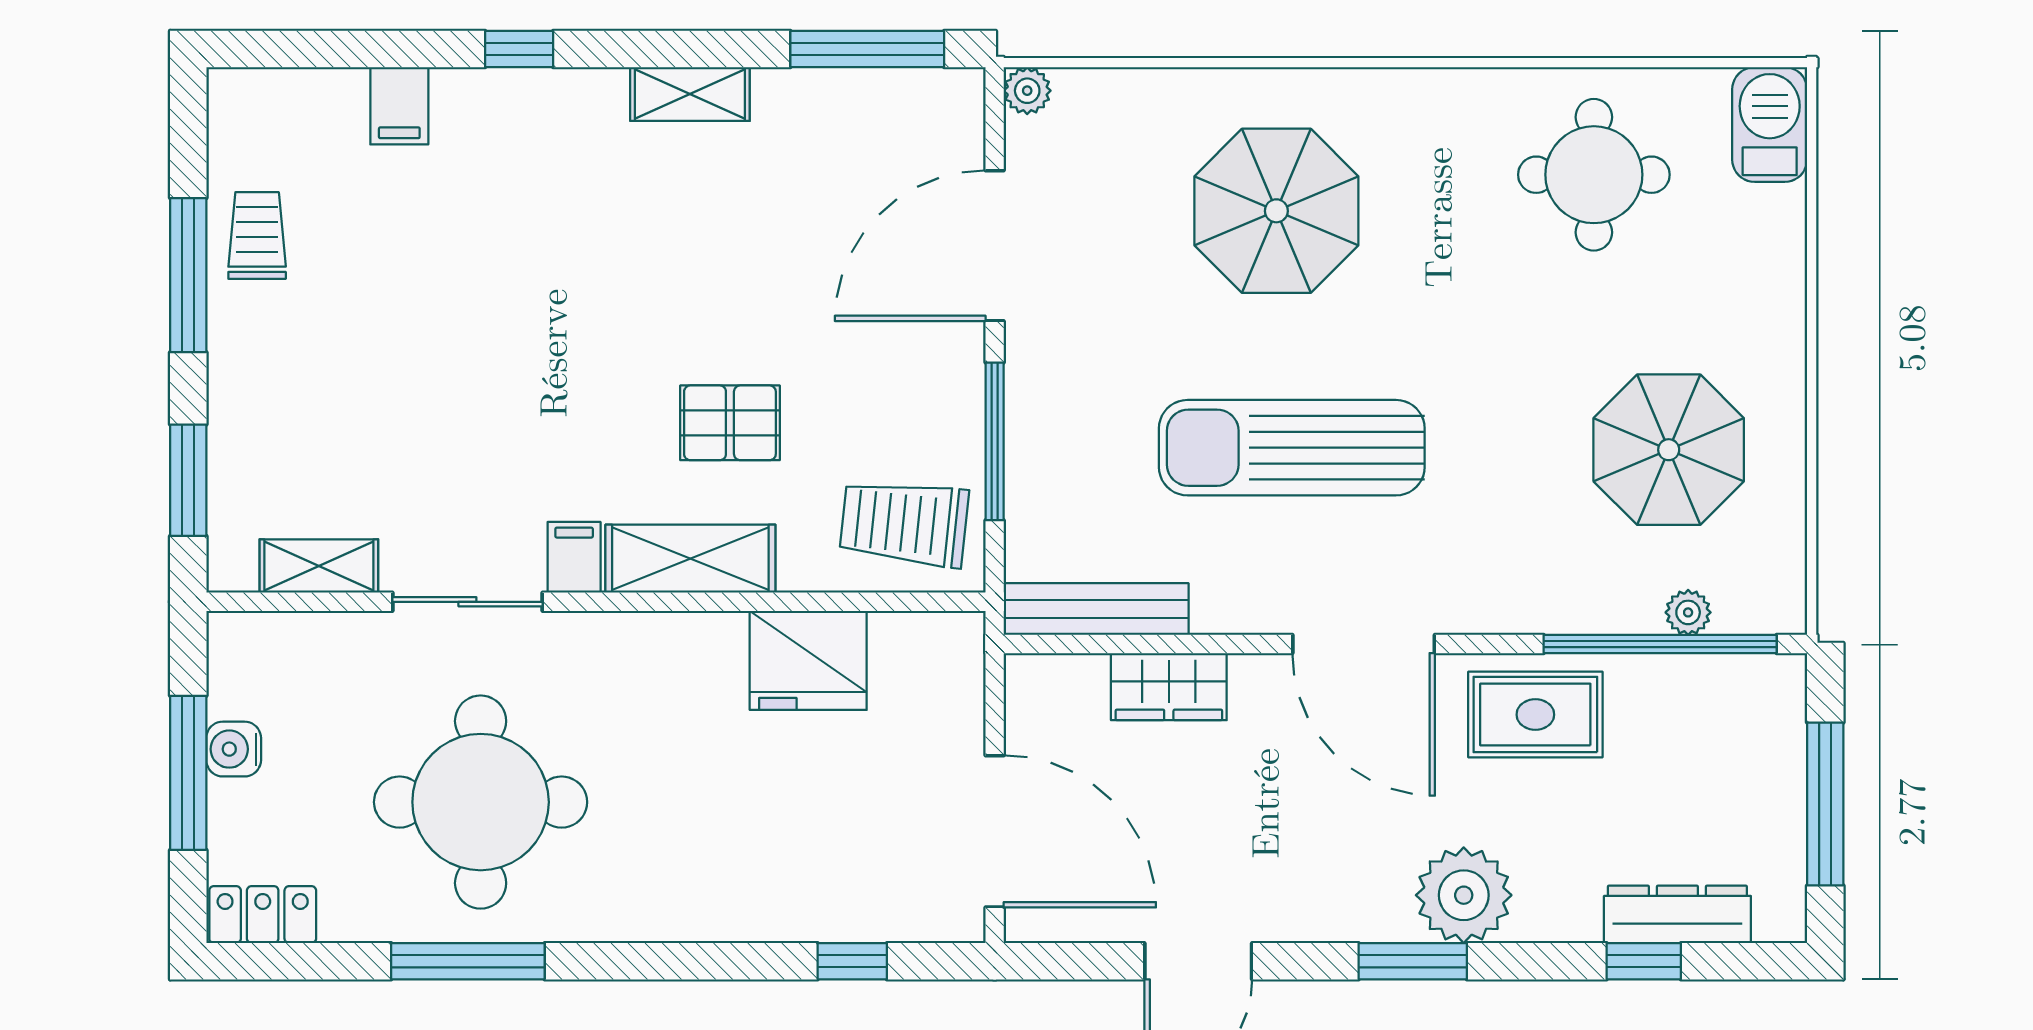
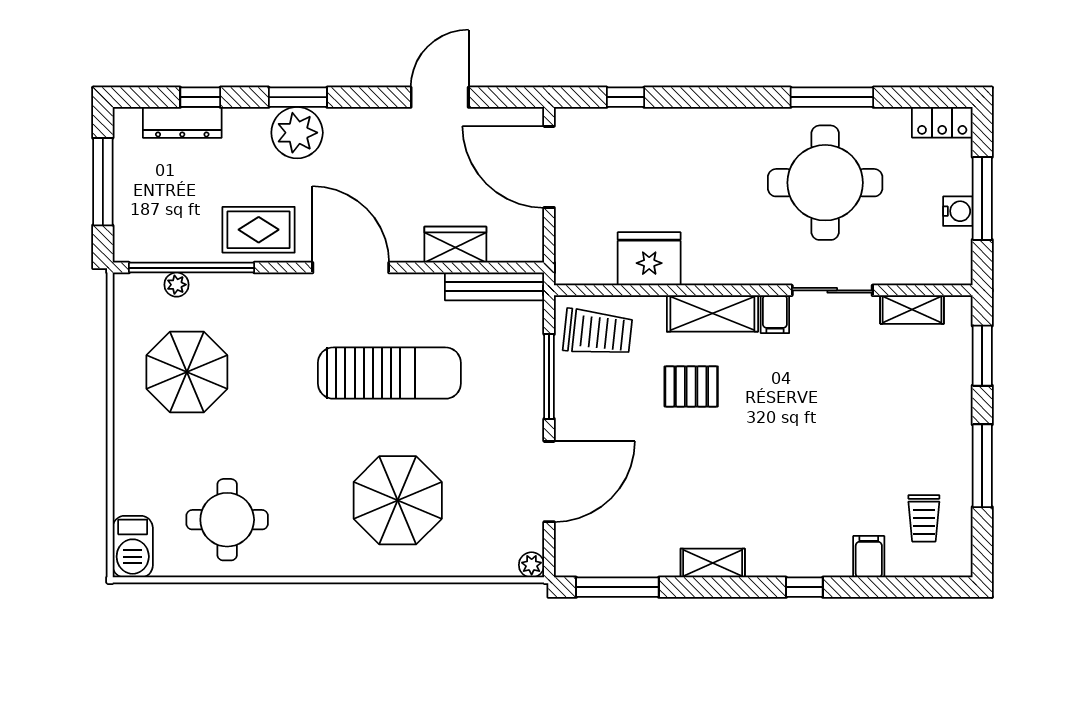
trolley: (257, 236) -> (924, 518), moved
window: (1413, 961) -> (298, 97), moved

